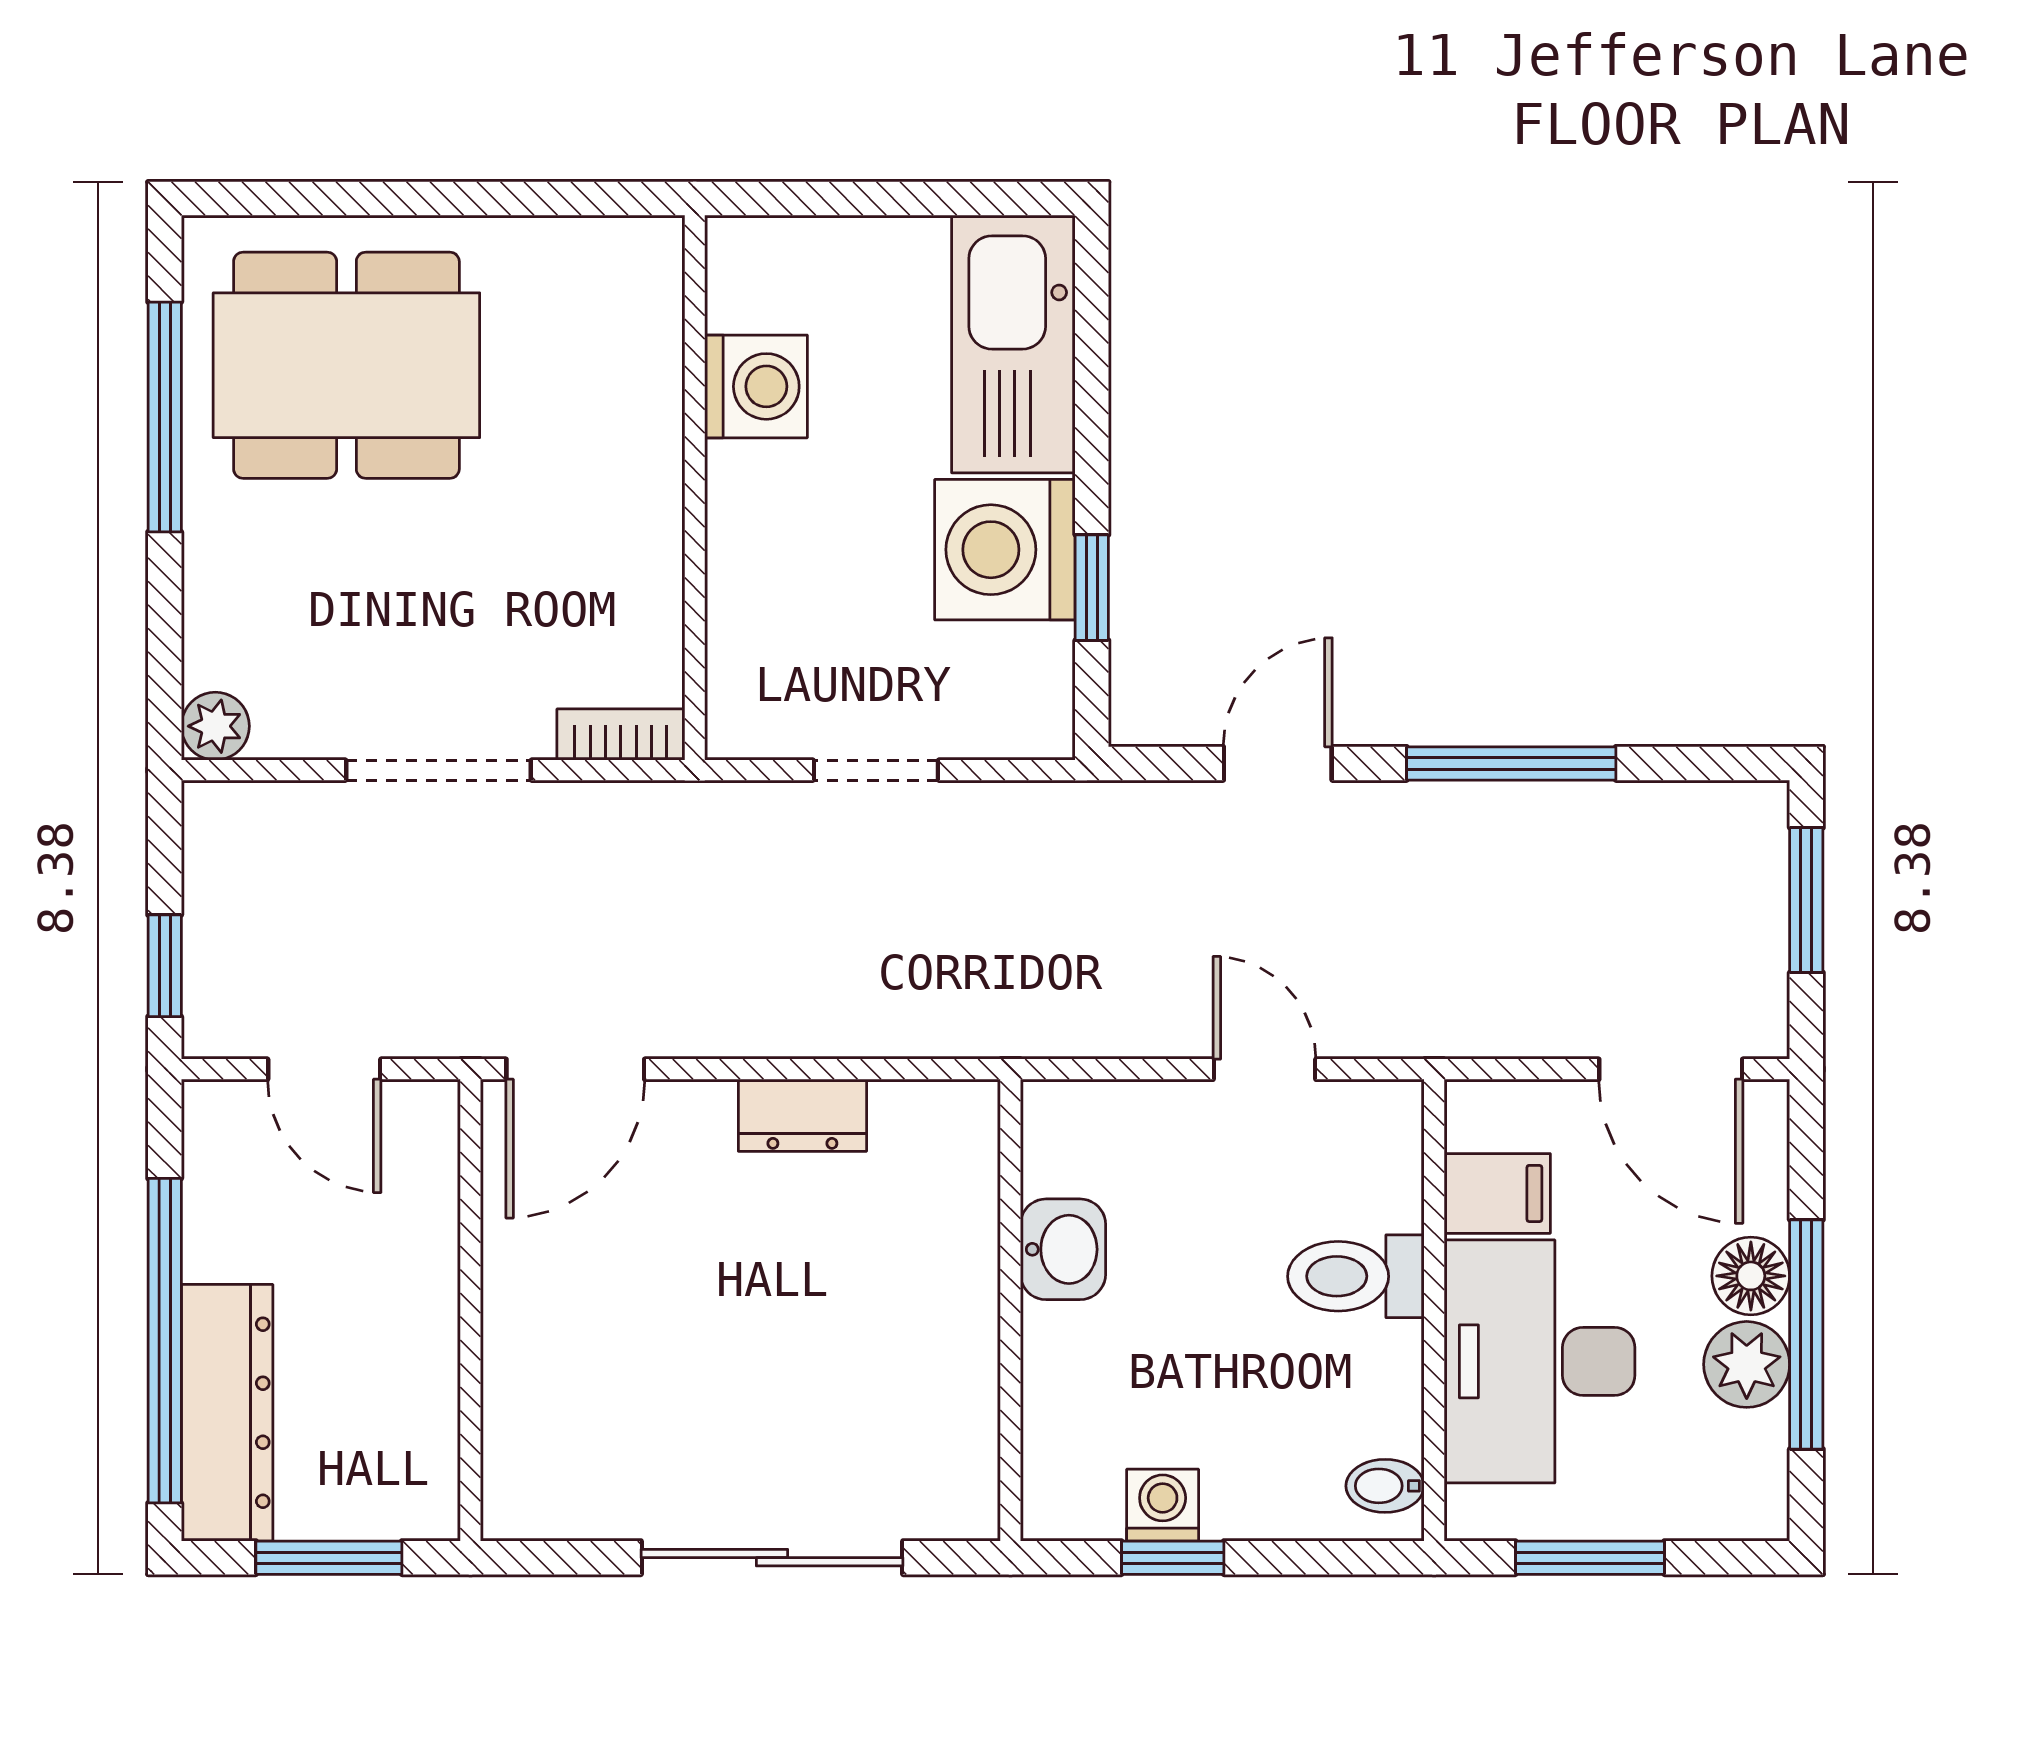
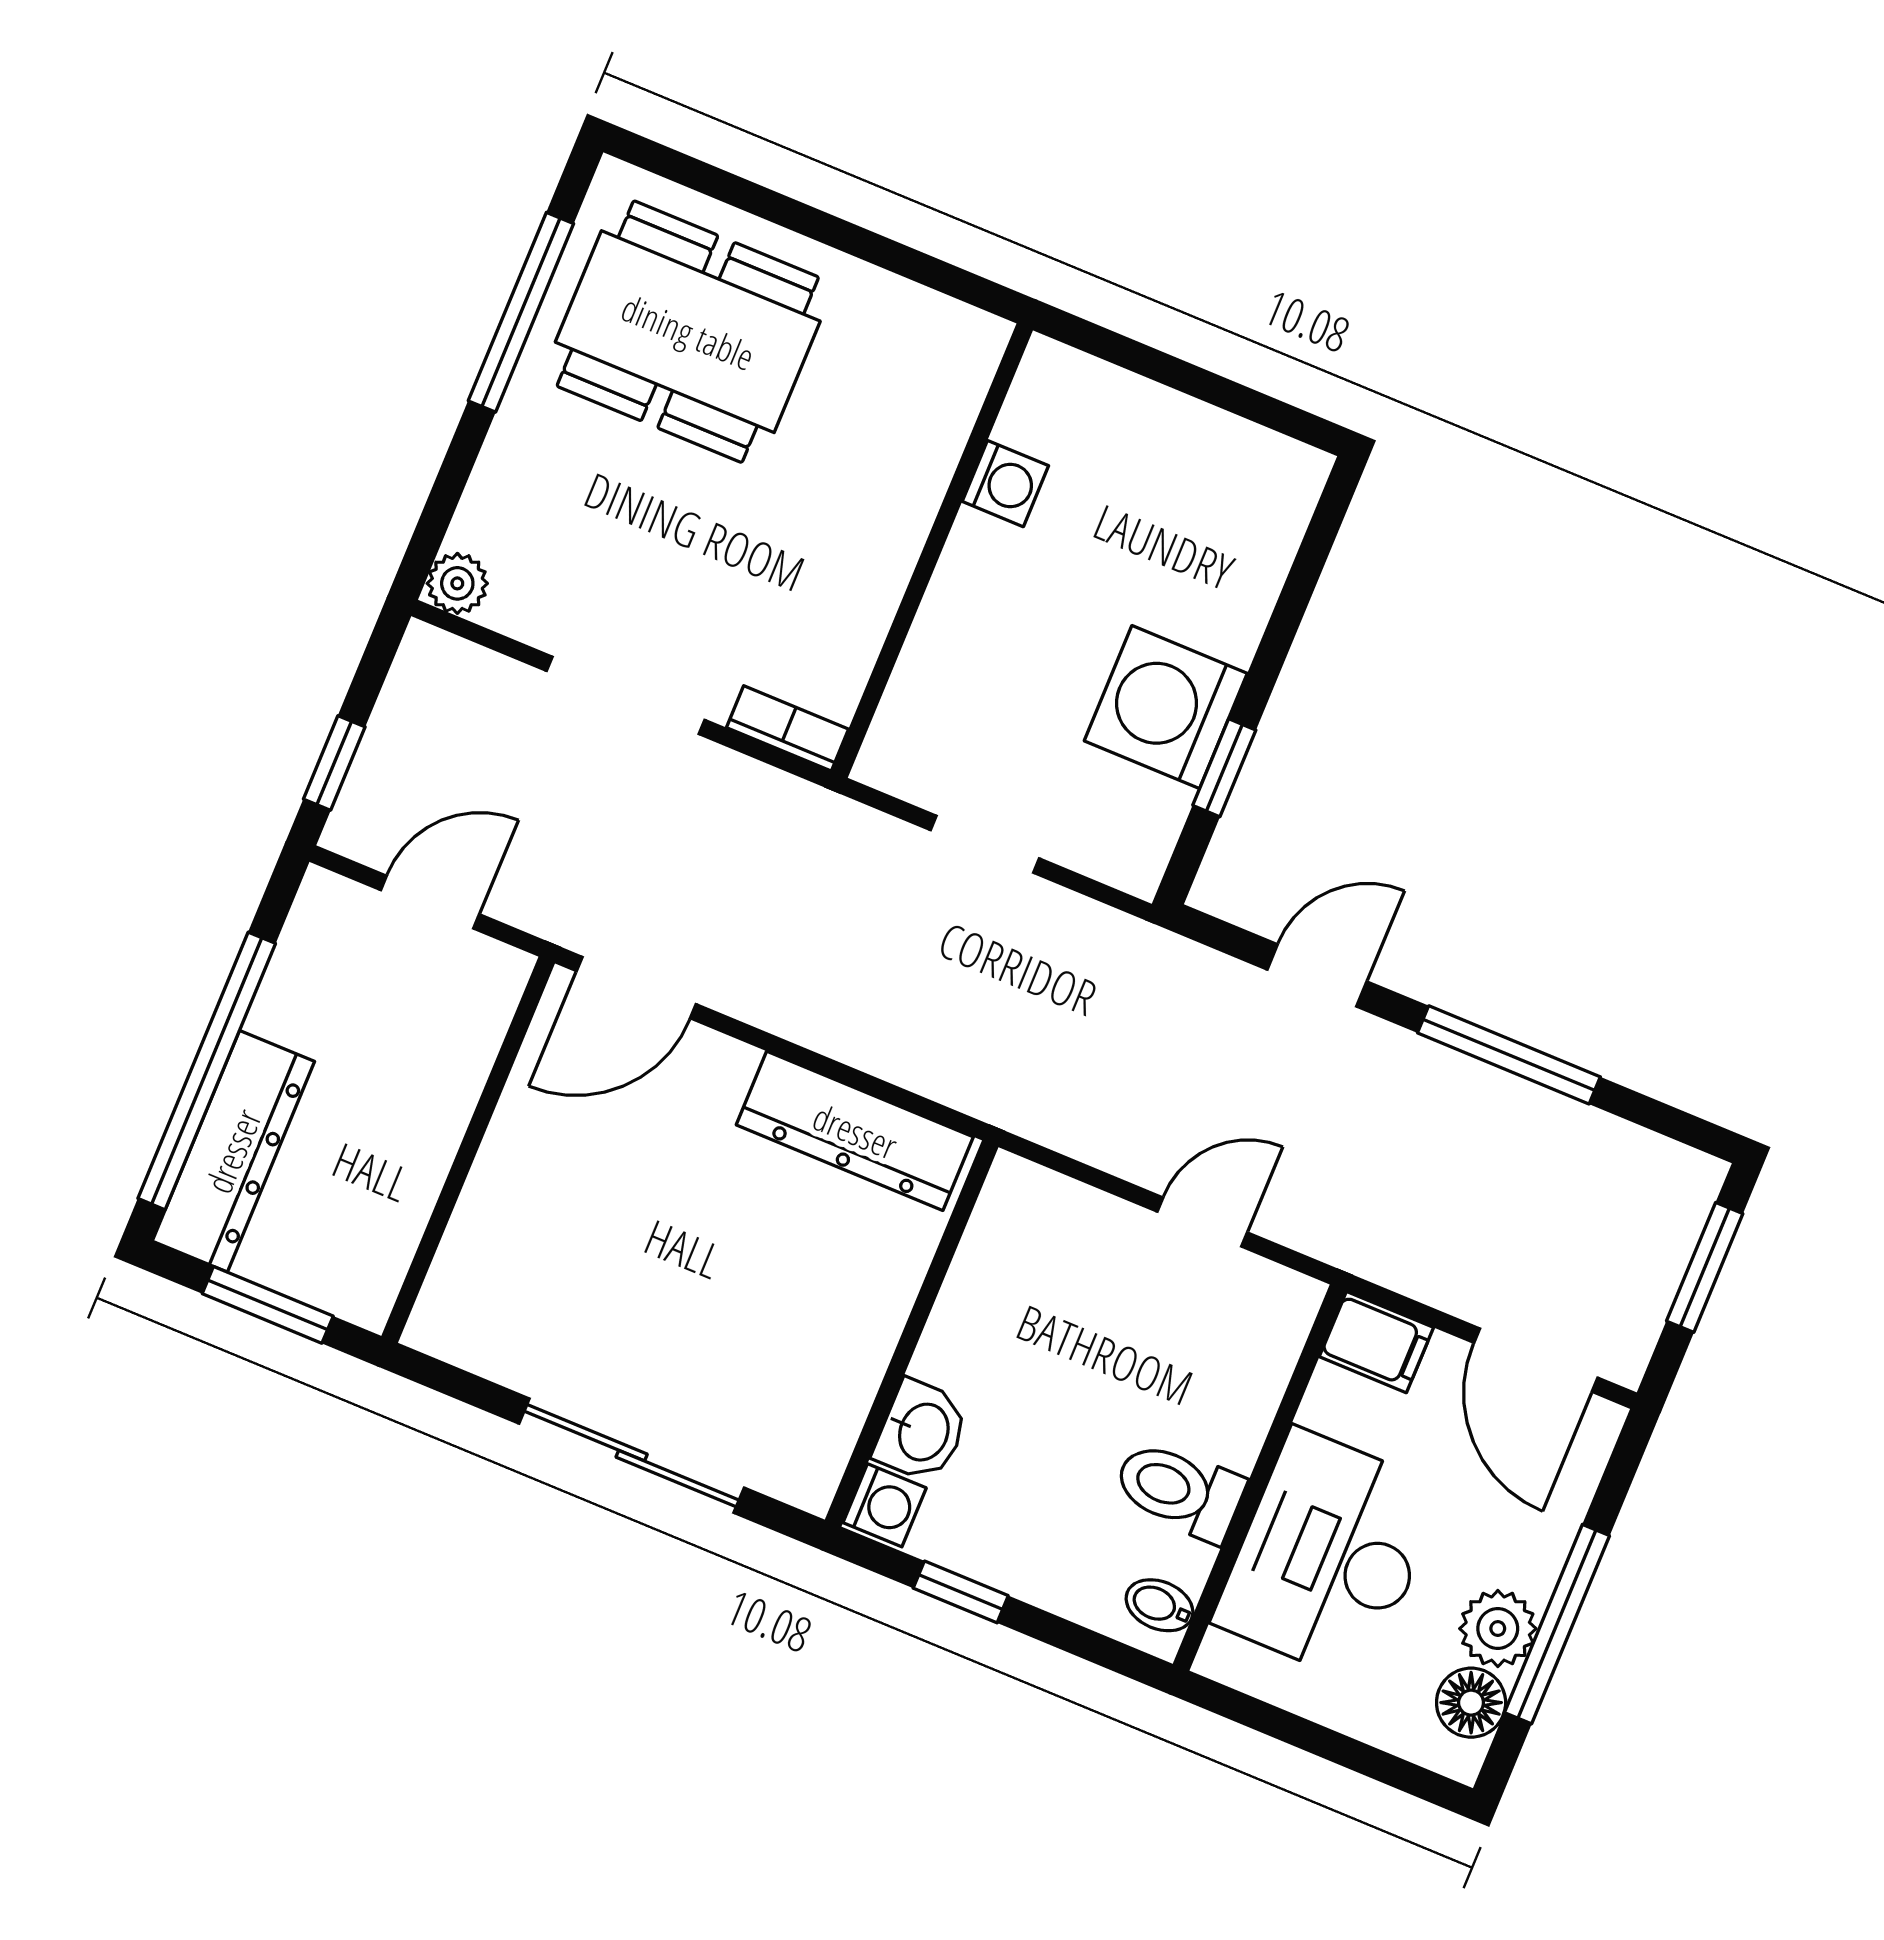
kitchen sink: (1013, 344) -> (1243, 541), removed
washing machine: (756, 386) -> (1005, 484), width x0.73, depth x0.73
door: (324, 1069) -> (430, 902), swing flipped
door: (1264, 1069) -> (1202, 1222), hinge flipped
dresser: (802, 1115) -> (855, 1131), width x1.96, depth x1.24
filing cabinet: (1497, 1193) -> (1376, 1342), moved
washbasin: (1063, 1249) -> (922, 1431), moved
toilet: (1356, 1276) -> (1179, 1490), moved
floor lamp: (1751, 1276) -> (1471, 1703), moved
washing machine: (1163, 1505) -> (885, 1505), moved, turned 90
window: (1590, 1558) -> (1303, 1734), removed

